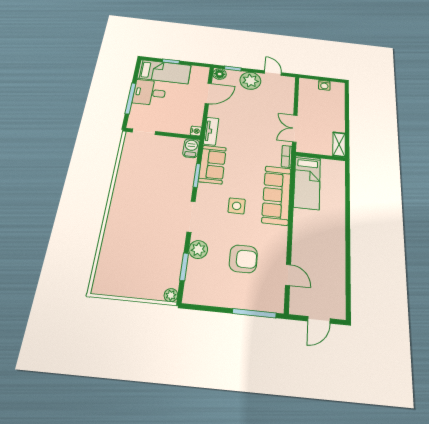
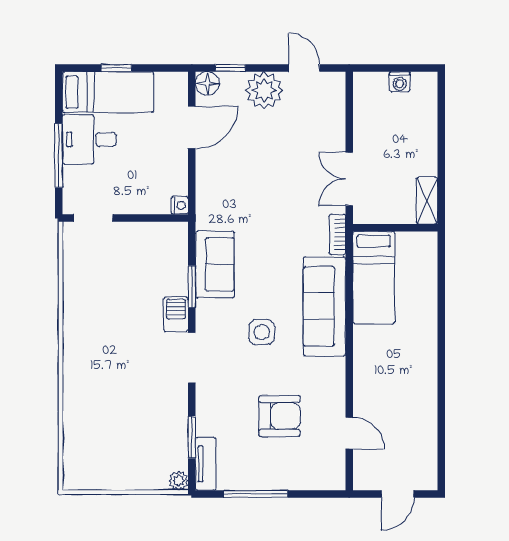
tv unit: (211, 131) -> (206, 464), moved
barbecue: (191, 148) -> (176, 314), moved
plant: (198, 249) -> (210, 409), removed
window: (254, 313) -> (256, 494), moved

